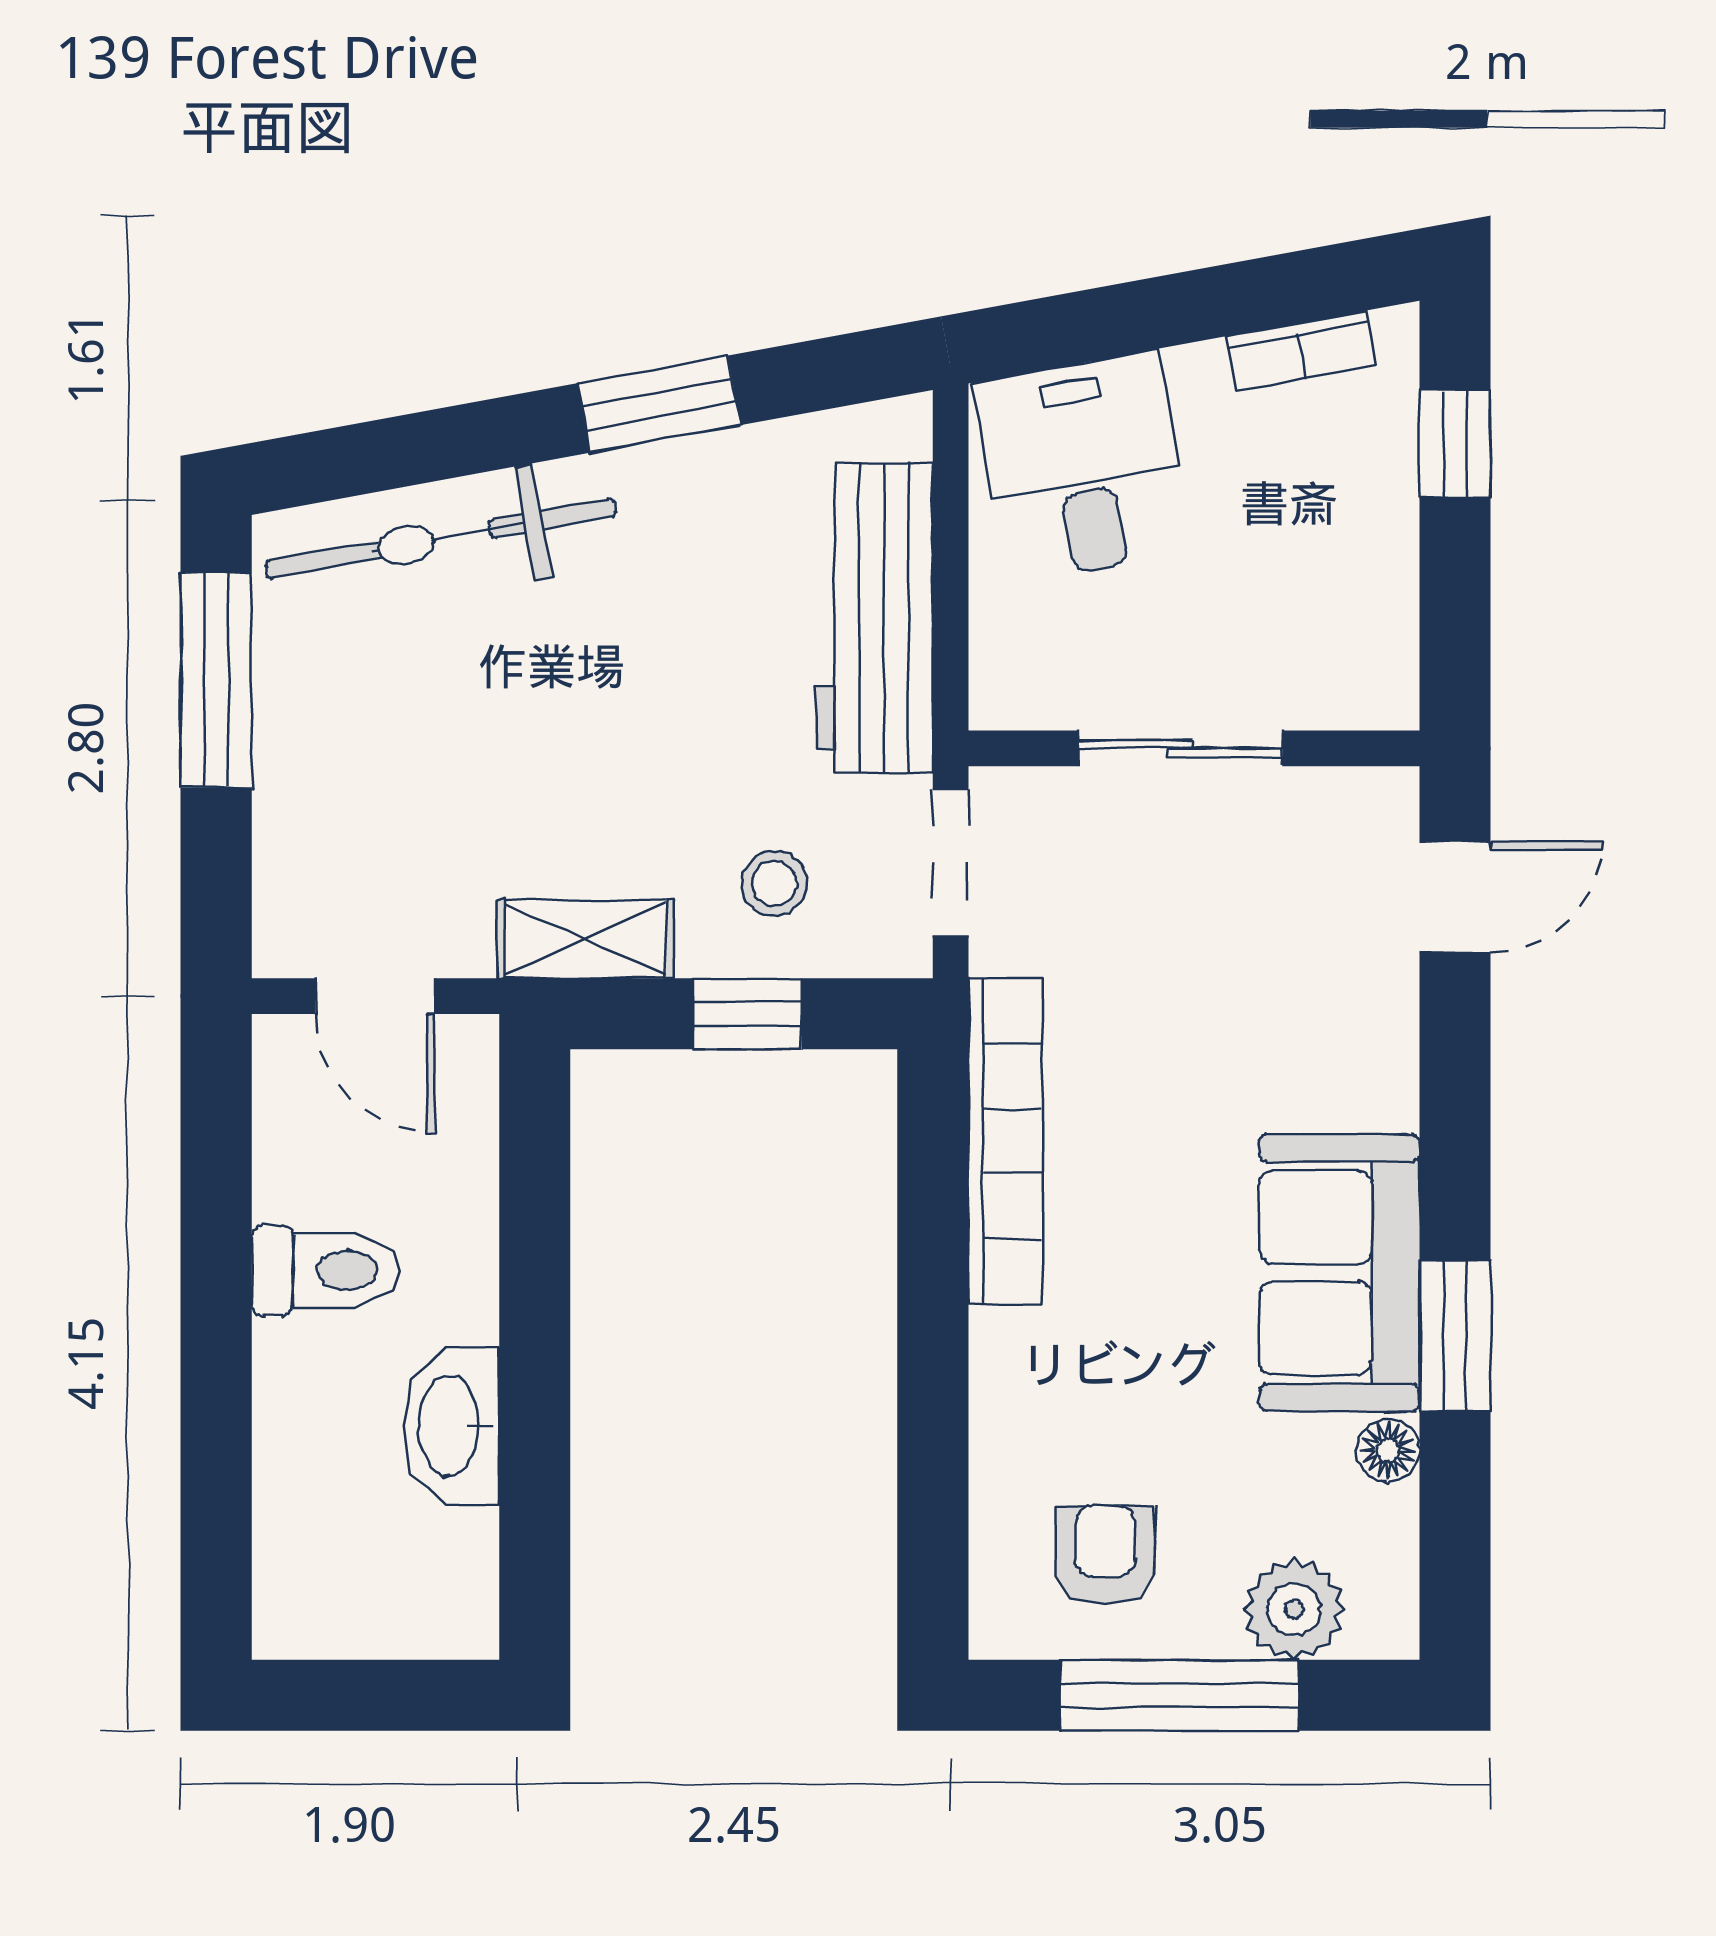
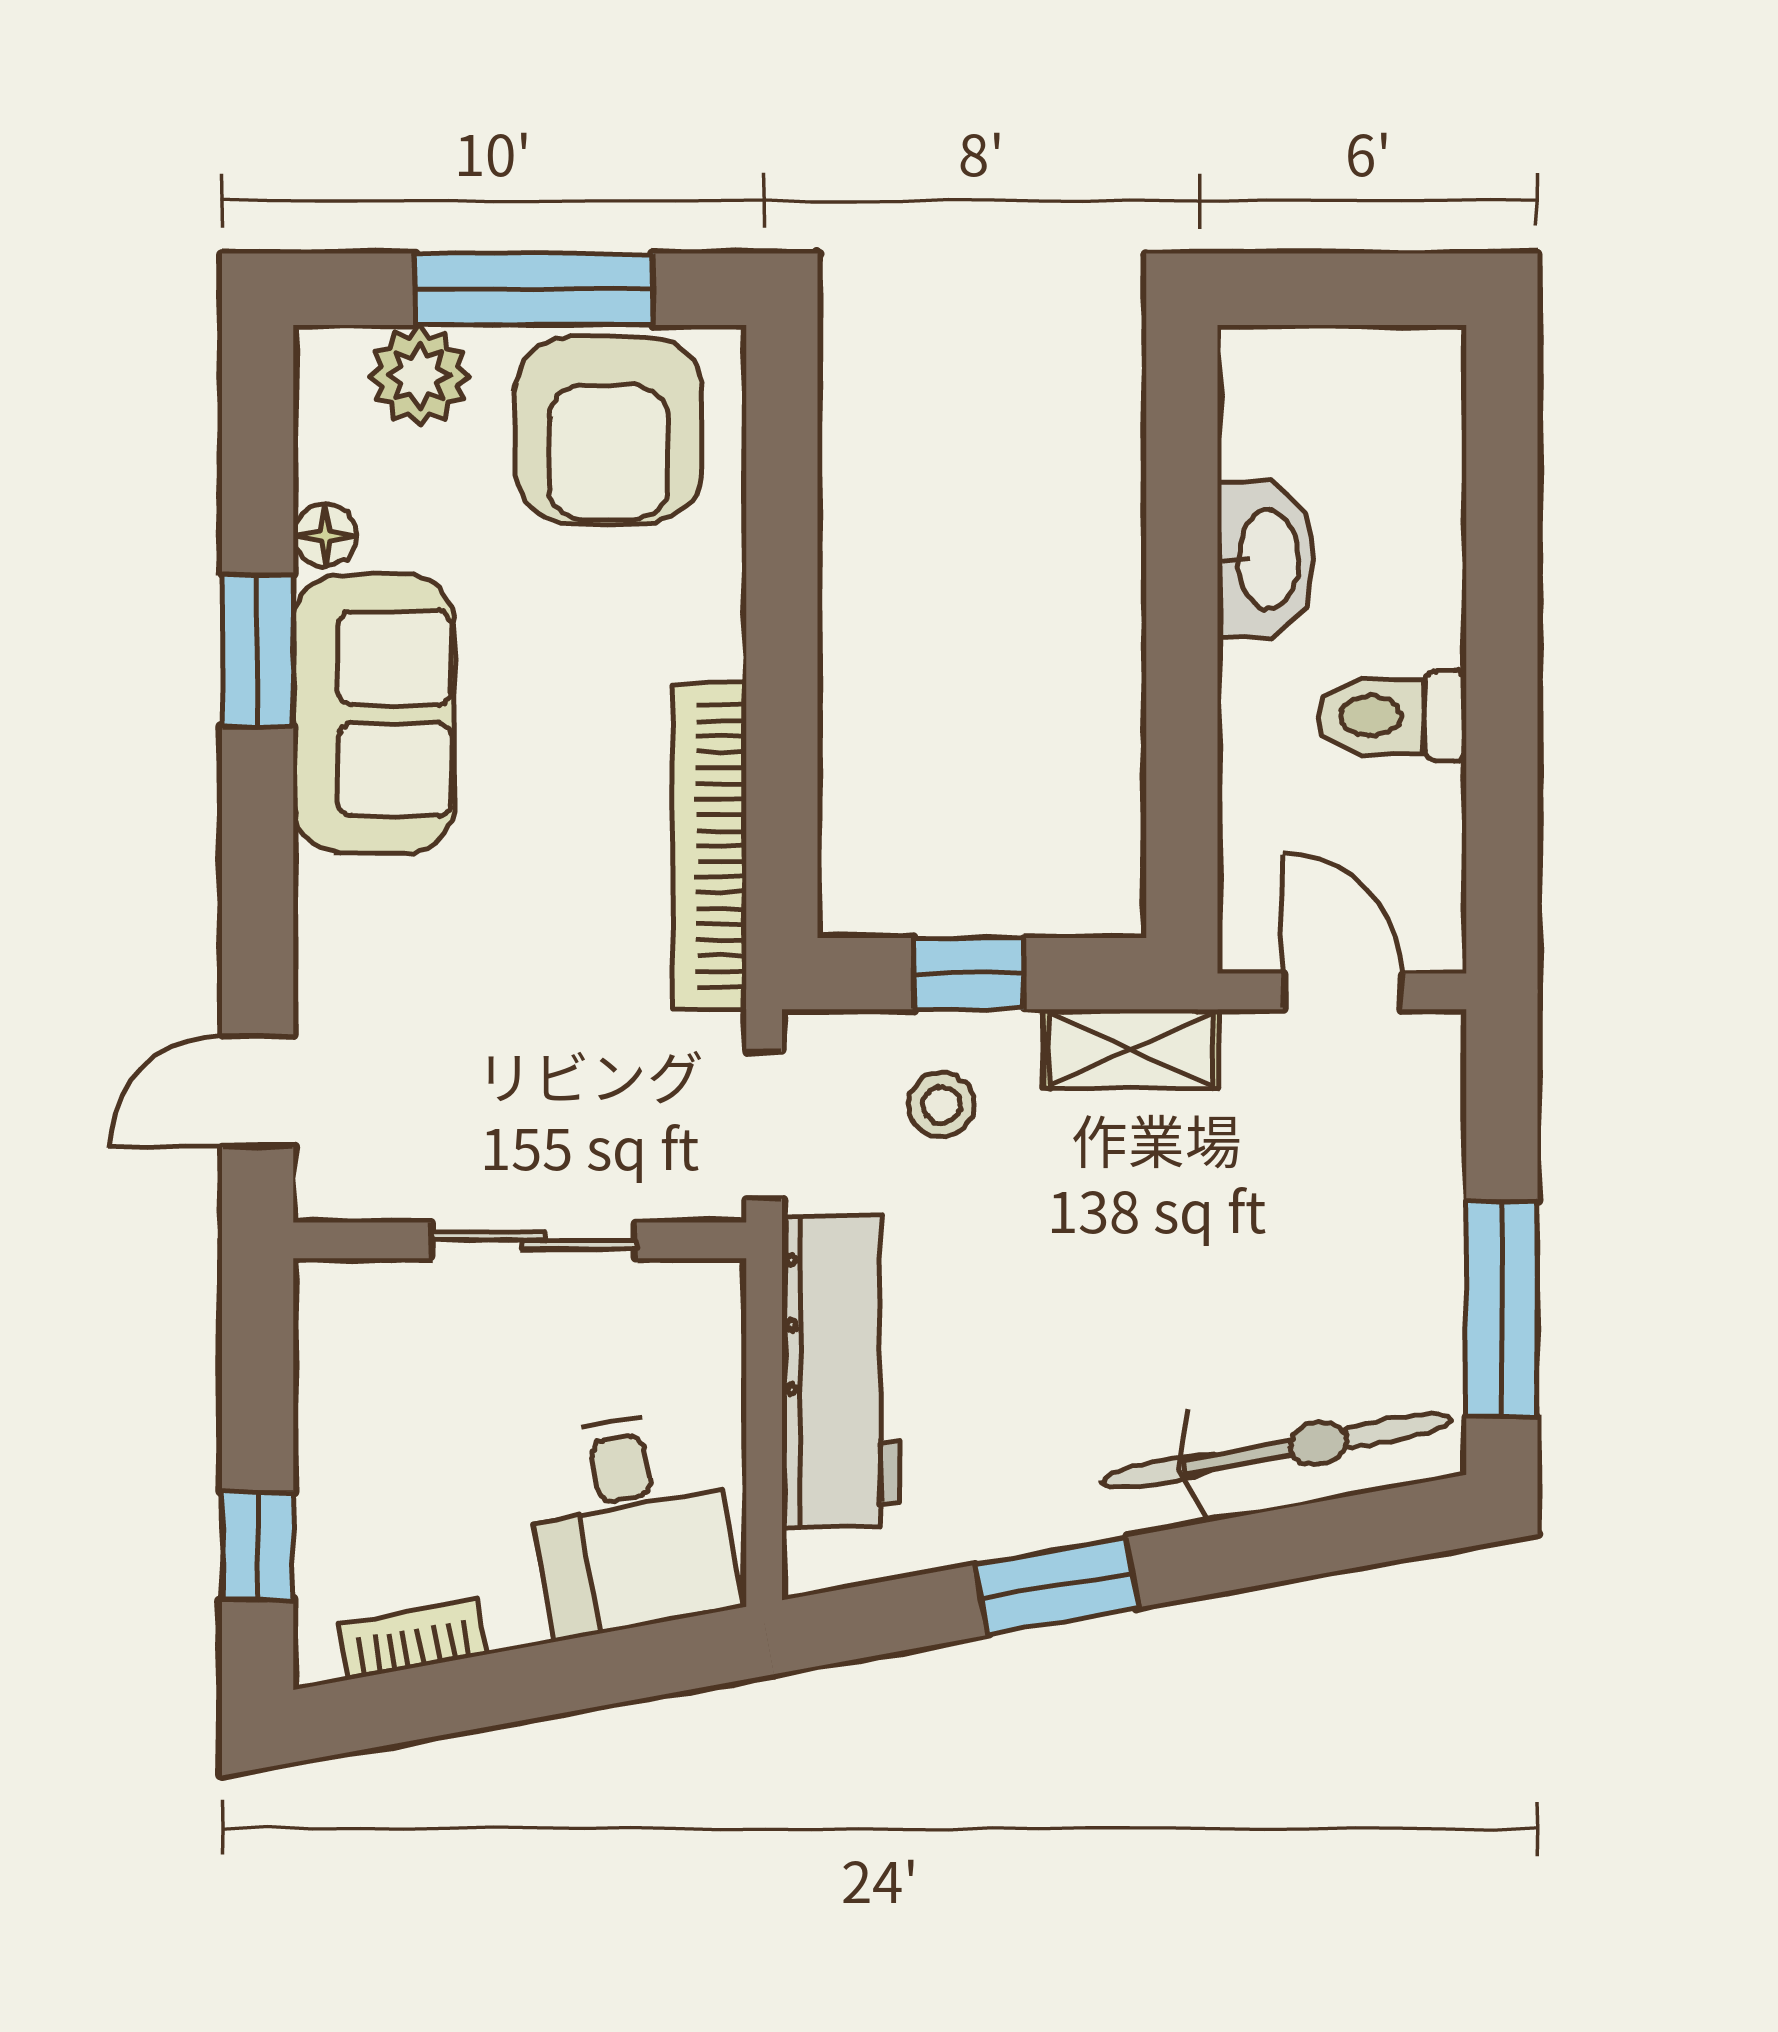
armchair: (1105, 1555) -> (609, 430), width x1.88, depth x1.88

